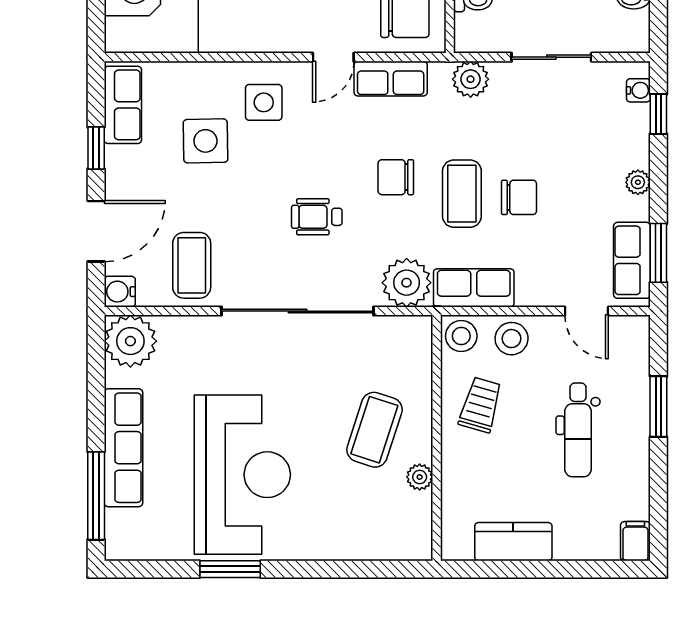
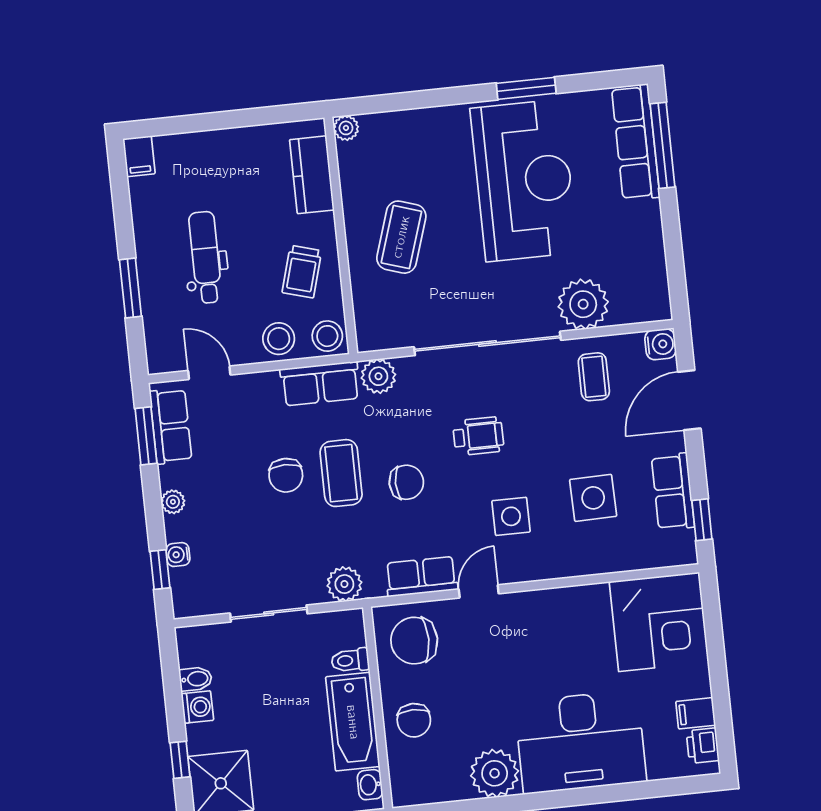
water cooler: (638, 90) -> (178, 555), moved
side table: (264, 102) -> (511, 516), moved
row of seats: (123, 105) -> (673, 492), moved
window: (96, 148) -> (702, 520), moved
chair: (519, 197) -> (286, 475), turned -90
coffee table: (192, 265) -> (594, 377), width x0.73, depth x0.77
plant: (407, 283) -> (378, 376), width x0.73, depth x0.73
plant: (130, 341) -> (583, 304), moved
row of seats: (123, 448) -> (636, 142), moved
reception desk: (242, 475) -> (524, 180), turned 180
plant: (420, 477) -> (346, 128), moved
kitchen counter: (513, 542) -> (312, 175), moved, turned 90

